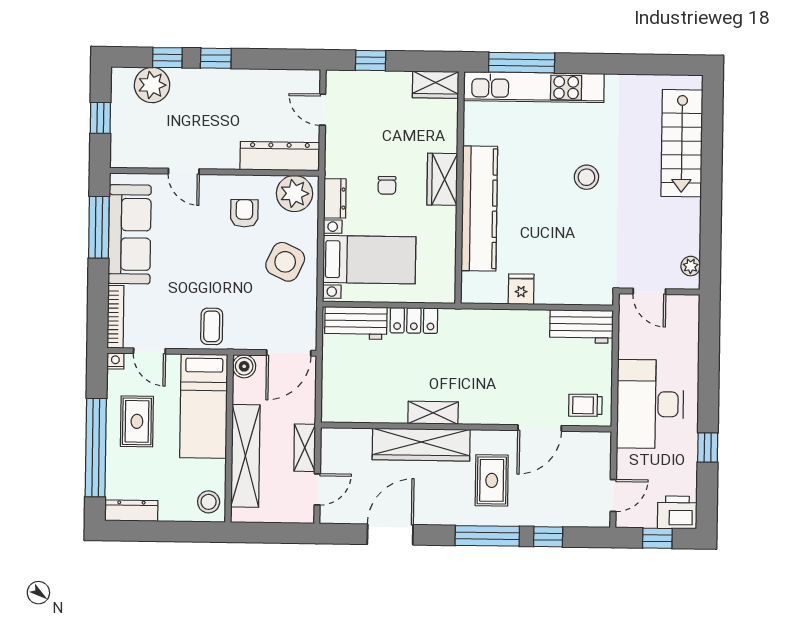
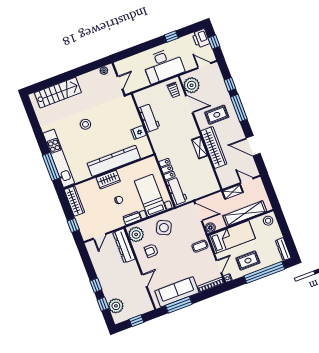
wardrobe: (436, 85) -> (74, 201), width x1.50
workbench: (581, 326) -> (149, 118), moved
plant: (580, 450) -> (192, 85), added

